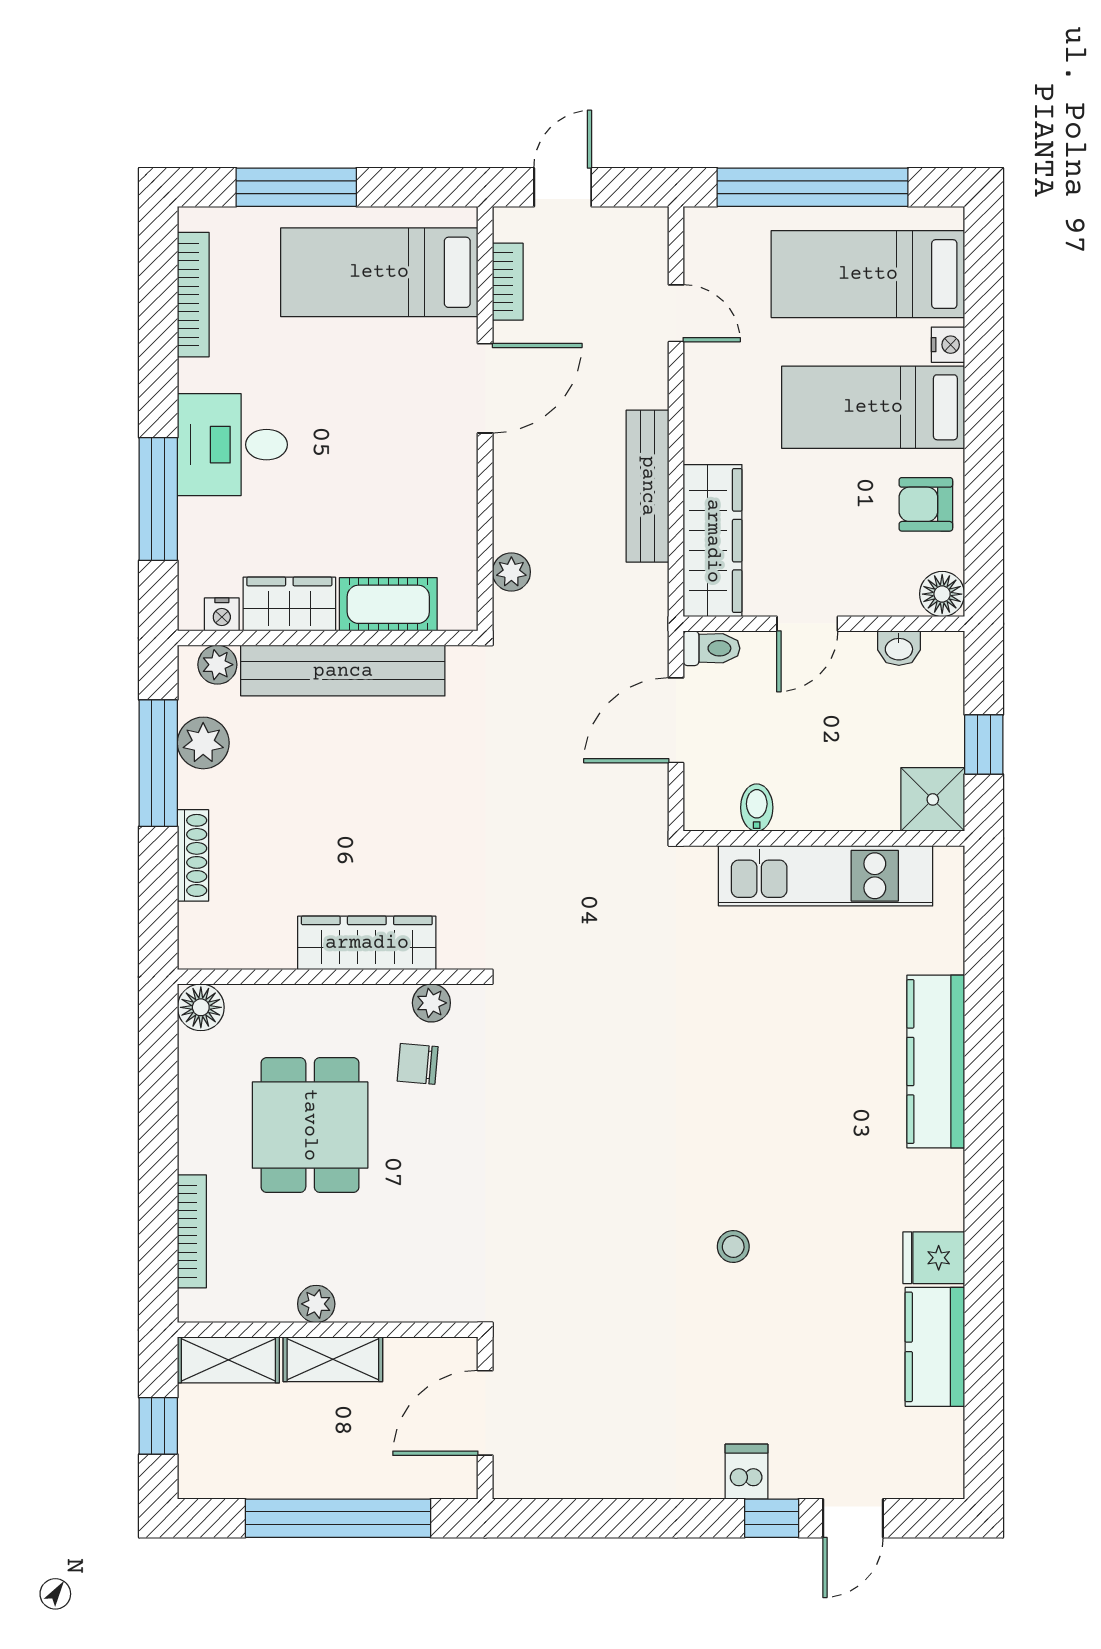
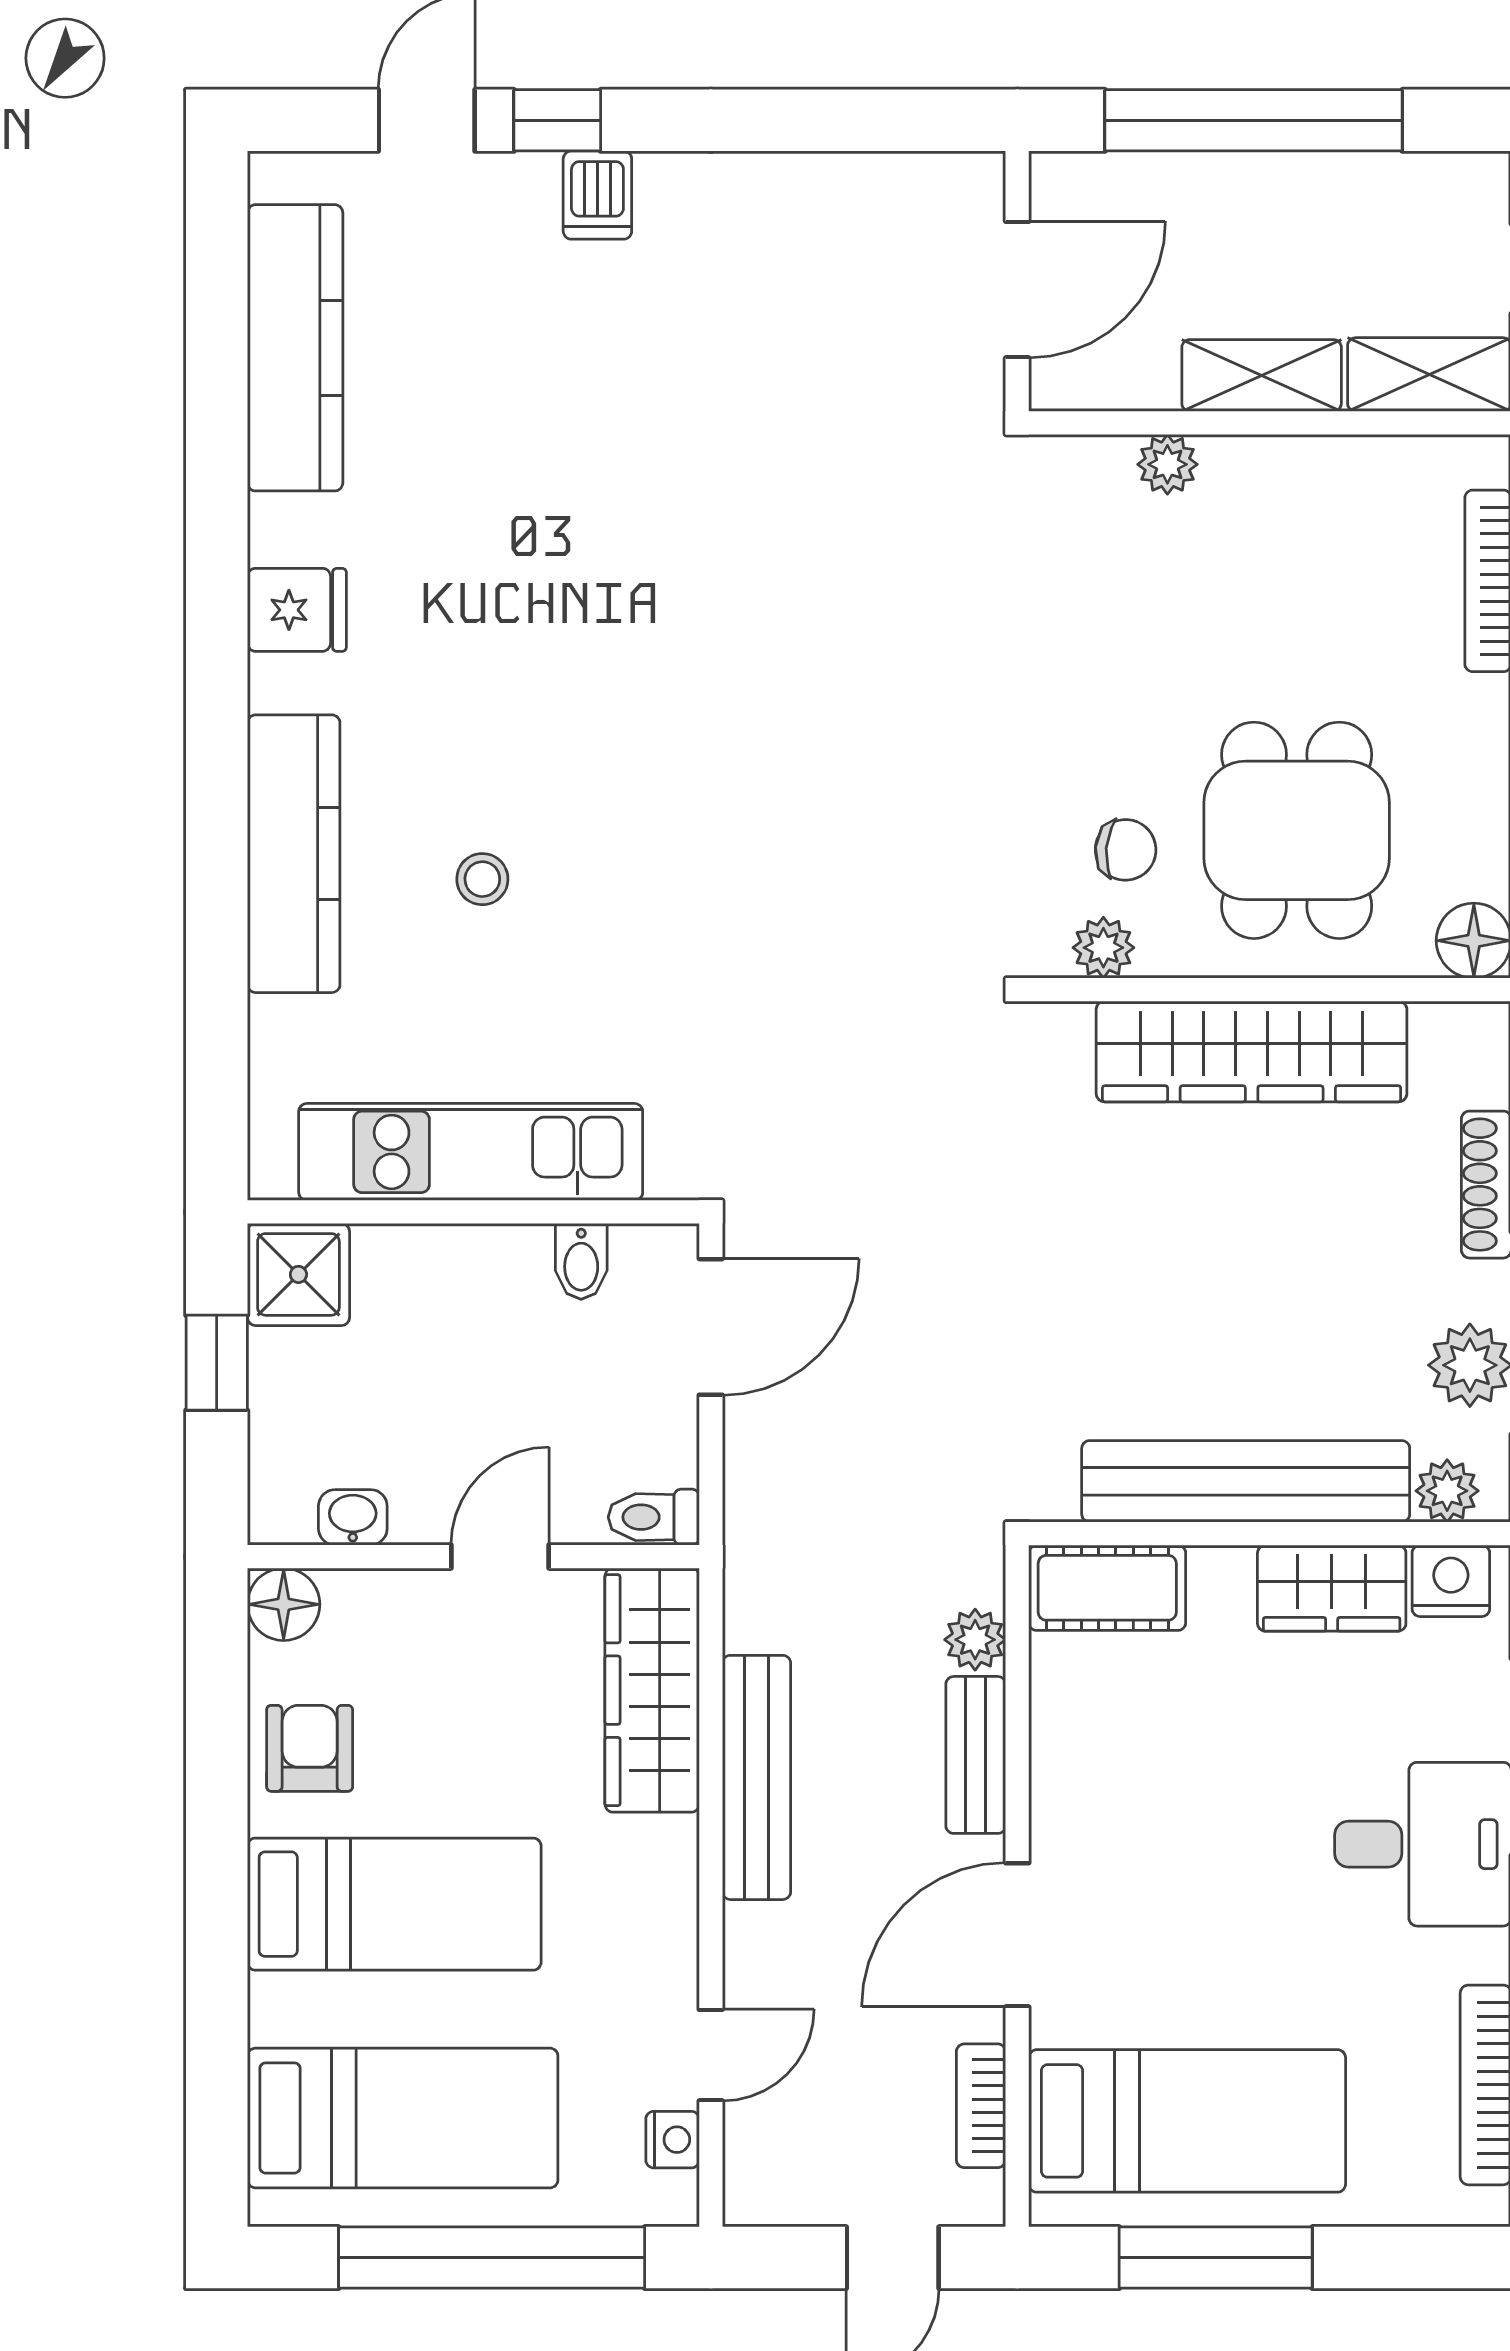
window: (296, 187) -> (1216, 2258), moved
door: (676, 313) -> (711, 2055), swing flipped
nightstand: (948, 345) -> (673, 2140), moved, turned 180
bench: (511, 500) -> (976, 1755), added
armchair: (926, 504) -> (310, 1748), turned -90
cot: (388, 604) -> (1107, 1588), moved
nightstand: (222, 614) -> (1451, 1581), width x1.39, depth x1.35
door: (676, 720) -> (711, 1327), moved
wardrobe: (367, 943) -> (1252, 1052), width x1.40, depth x1.17
dining table: (310, 1125) -> (1297, 830), moved
stool: (733, 1247) -> (482, 879), moved
fridge: (934, 1258) -> (297, 610), moved
plant: (316, 1304) -> (1167, 464), moved
kitchen counter: (935, 1347) -> (295, 348), width x1.50

